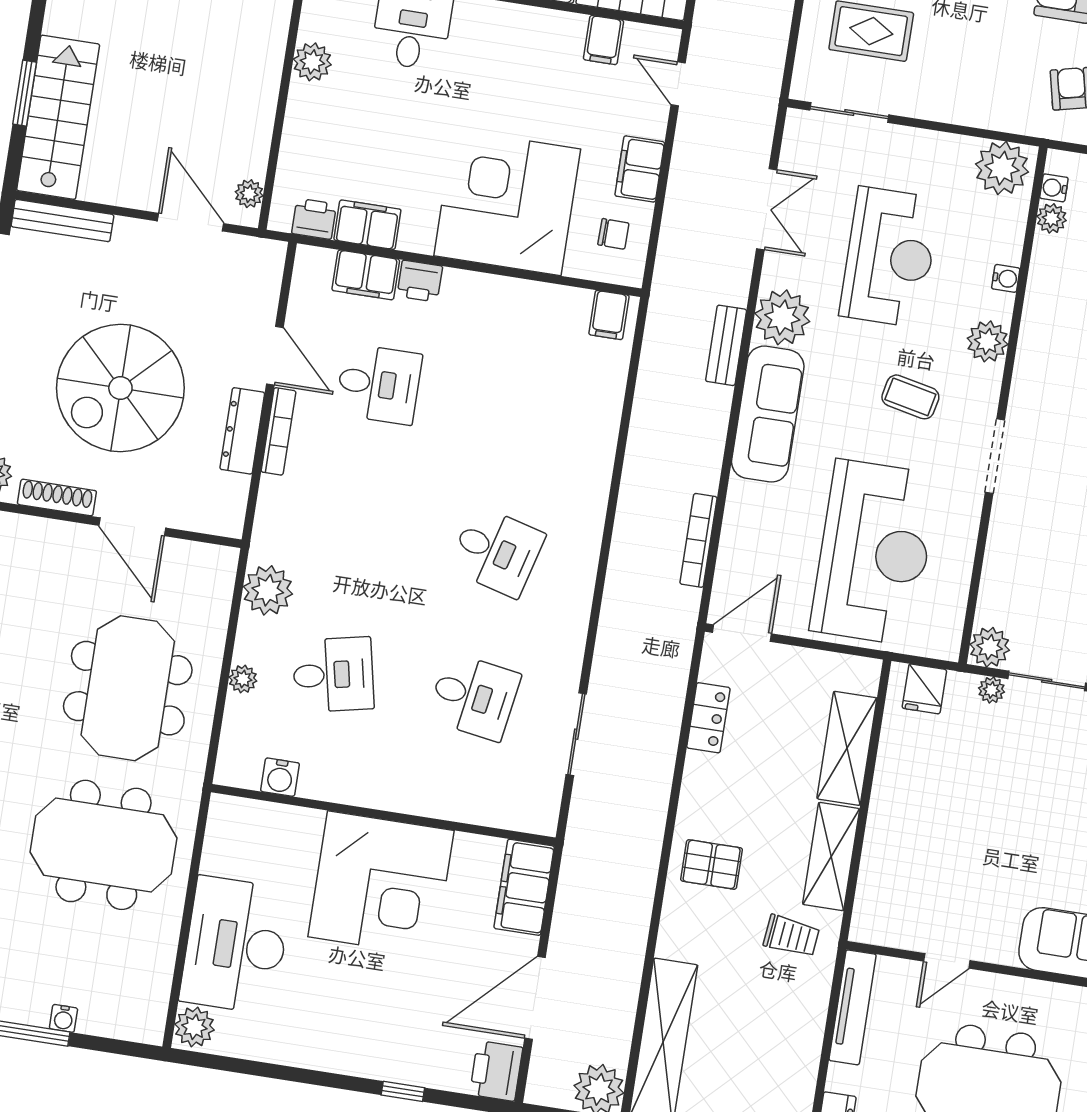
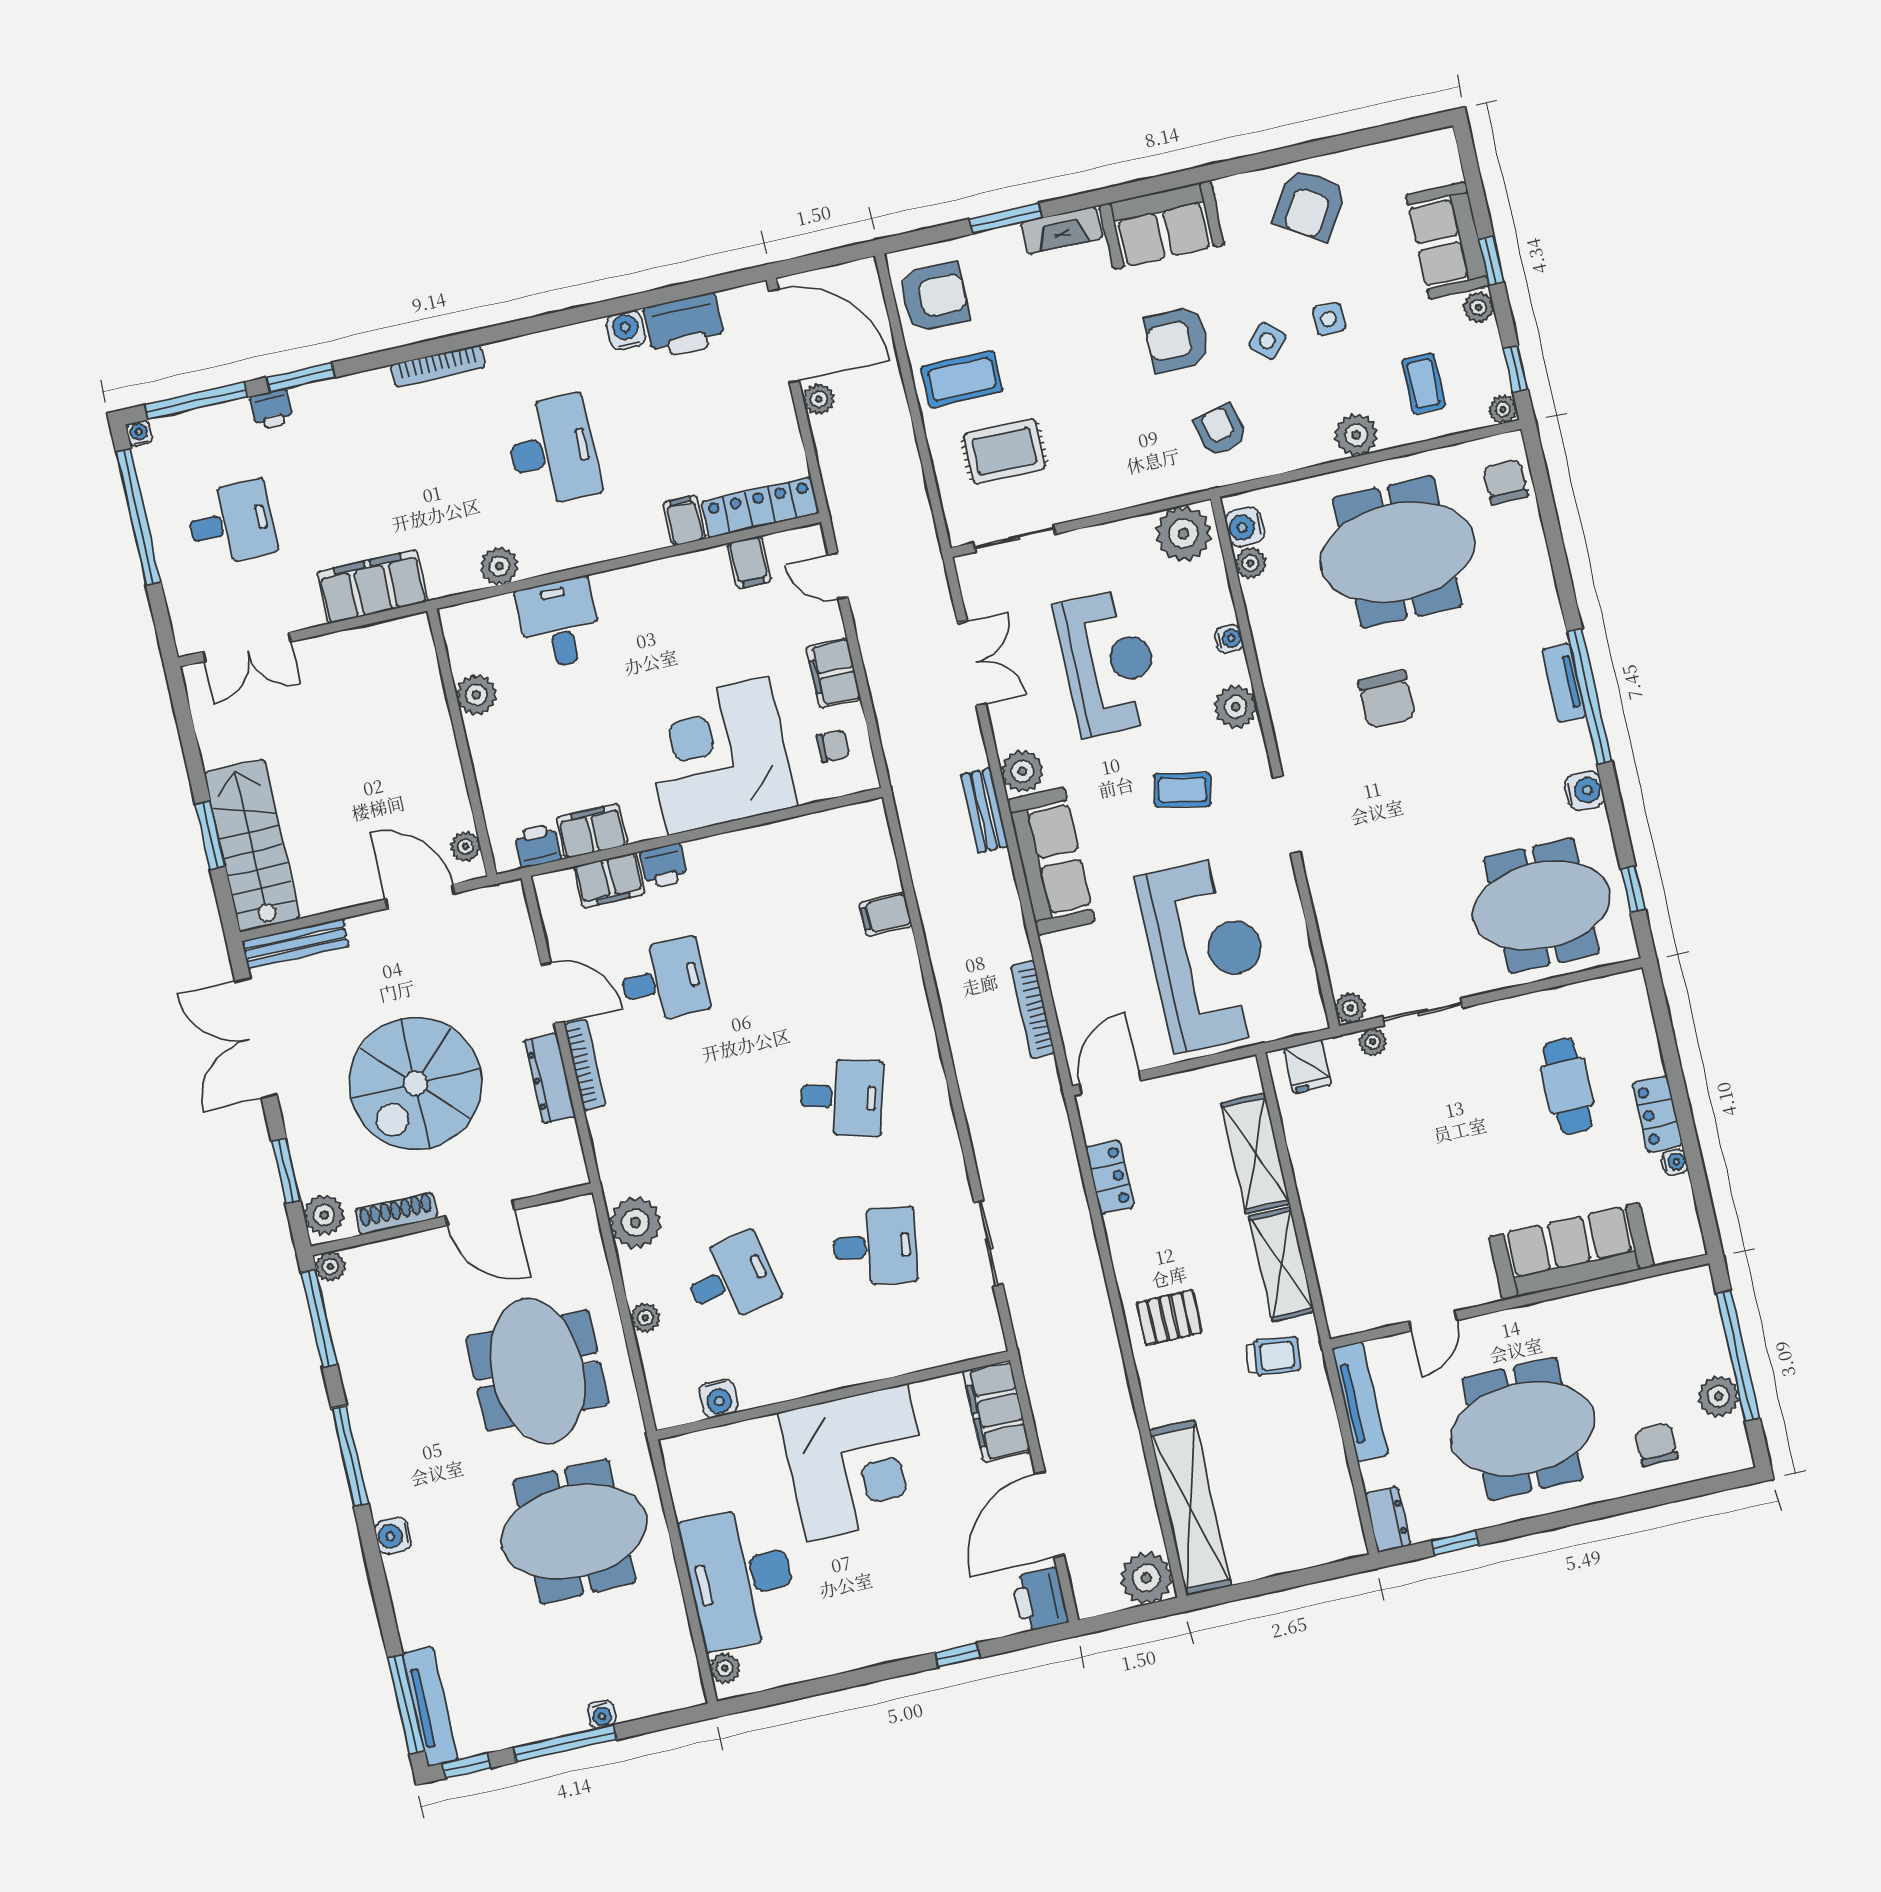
water cooler: (1054, 188) -> (1245, 527), width x1.38, depth x1.38
filing cabinet: (609, 315) -> (886, 914), moved, turned 90
plant: (782, 317) -> (1022, 771), width x0.73, depth x0.73
plant: (990, 647) -> (1350, 1008), width x0.73, depth x0.73
plant: (194, 1027) -> (725, 1668), width x0.73, depth x0.73

